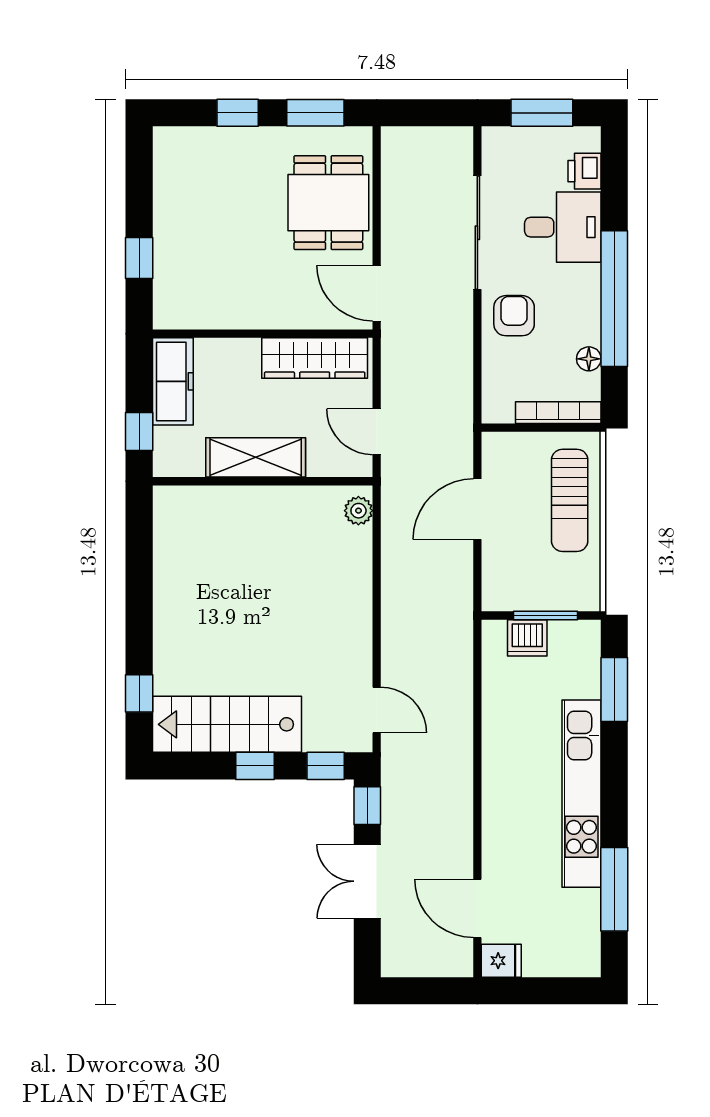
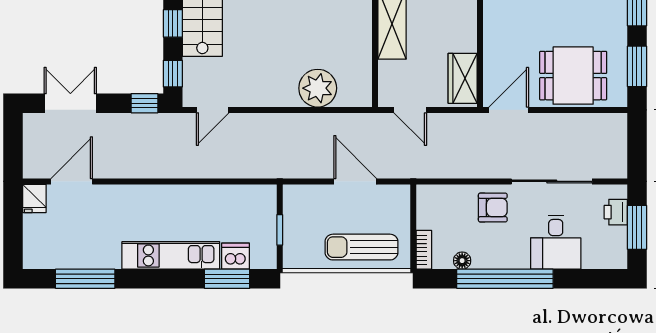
printer: (584, 171) -> (616, 212), moved, turned -90
wardrobe: (315, 358) -> (463, 78), width x0.67
bookcase: (558, 413) -> (424, 250), width x0.64
door: (377, 432) -> (410, 110), swing flipped
plant: (358, 511) -> (318, 88), moved, width x1.88, depth x1.88
window: (545, 616) -> (280, 230), width x0.67
dishwasher: (527, 638) -> (236, 256), moved, turned 90
kitchen unit: (581, 794) -> (171, 255), width x0.73
double door: (367, 881) -> (70, 103), moved

